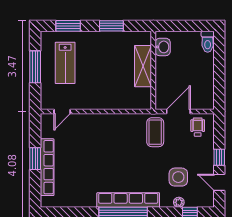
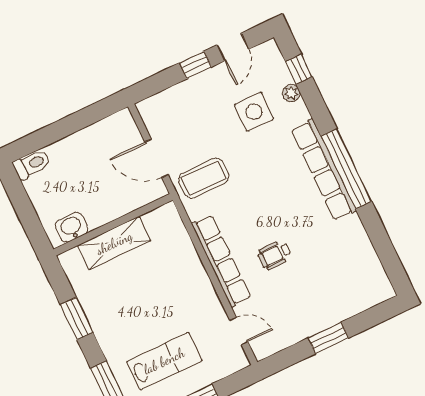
wheelchair: (198, 127) -> (275, 255), moved
row of seats: (47, 167) -> (221, 261), moved, turned 90

